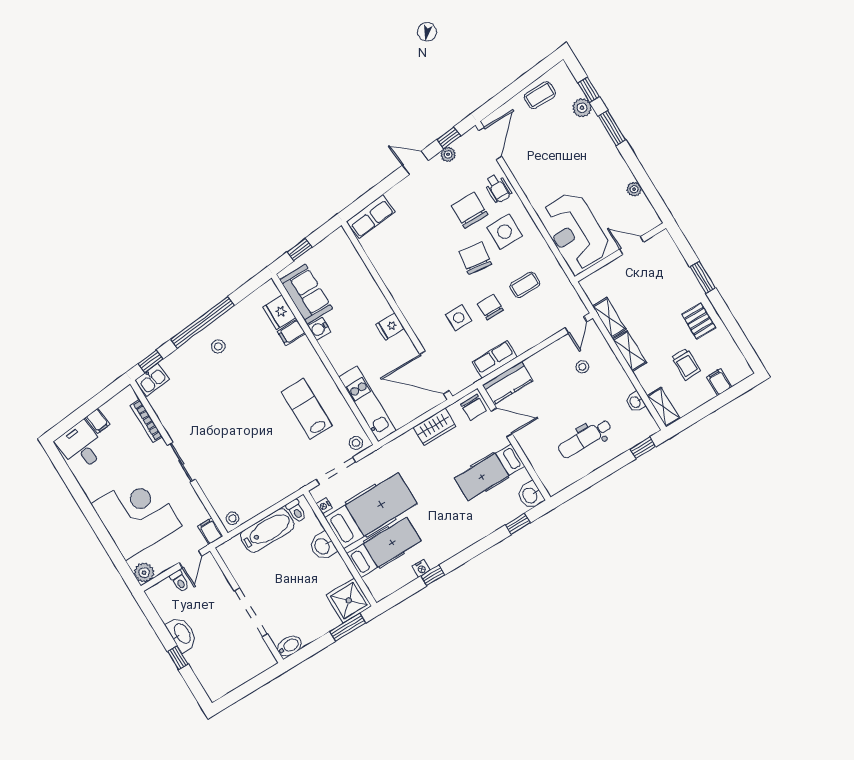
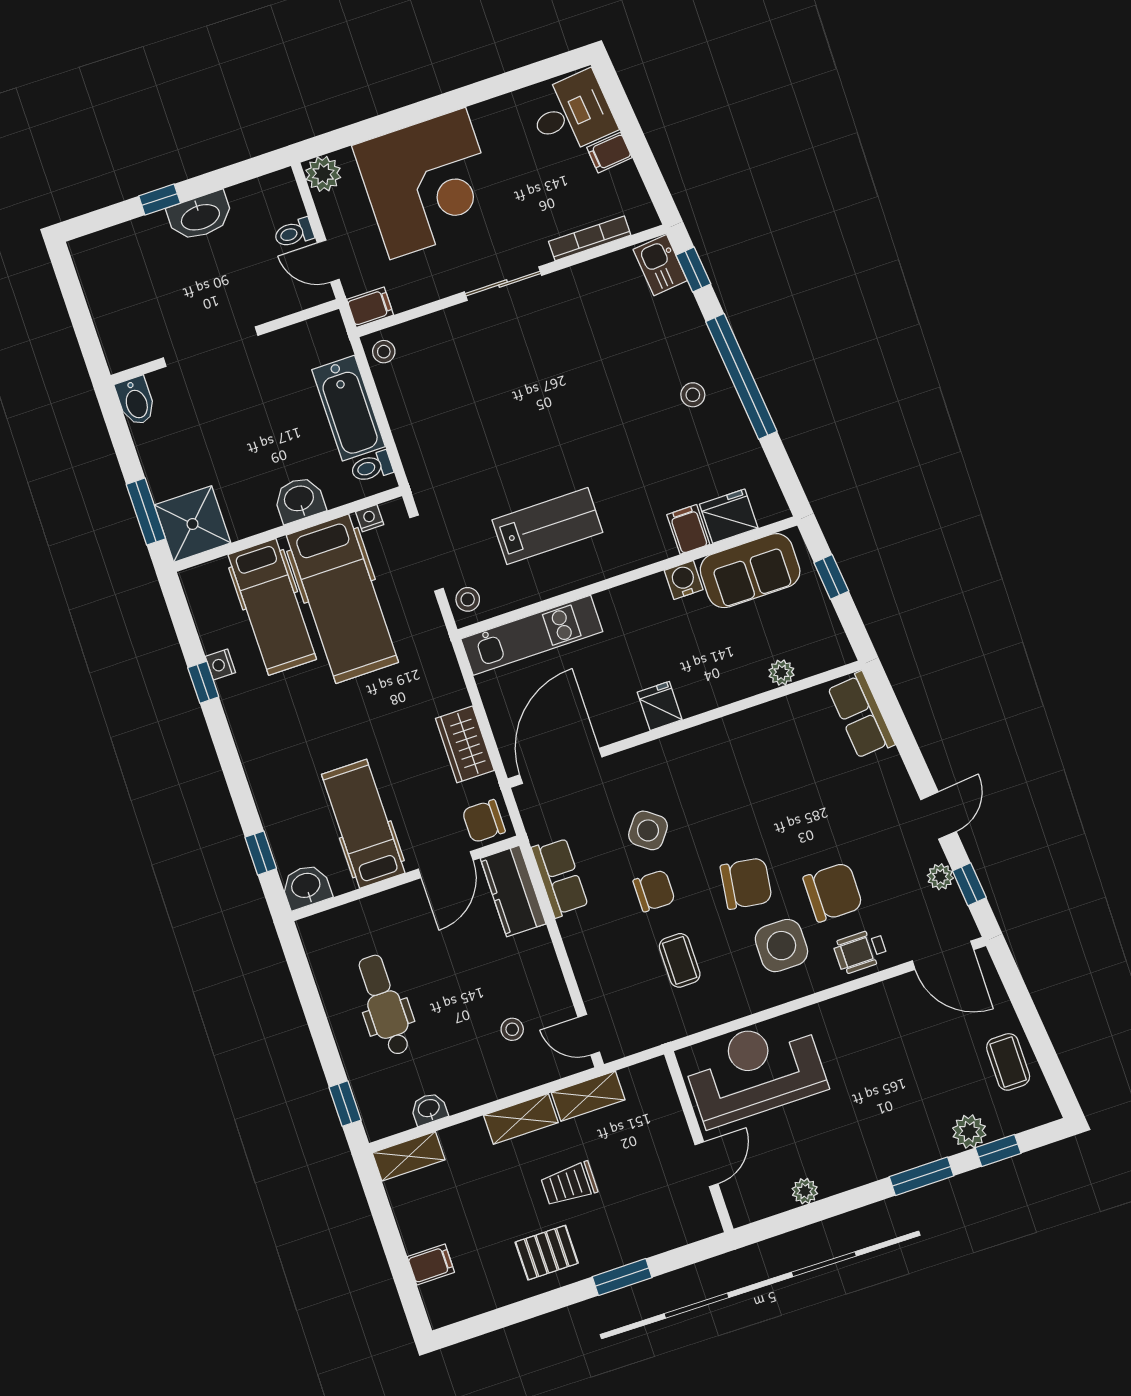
plant: (357, 265) -> (781, 673), added
side table: (459, 318) -> (648, 830), turned 37
trolley: (686, 364) -> (569, 1184), moved

